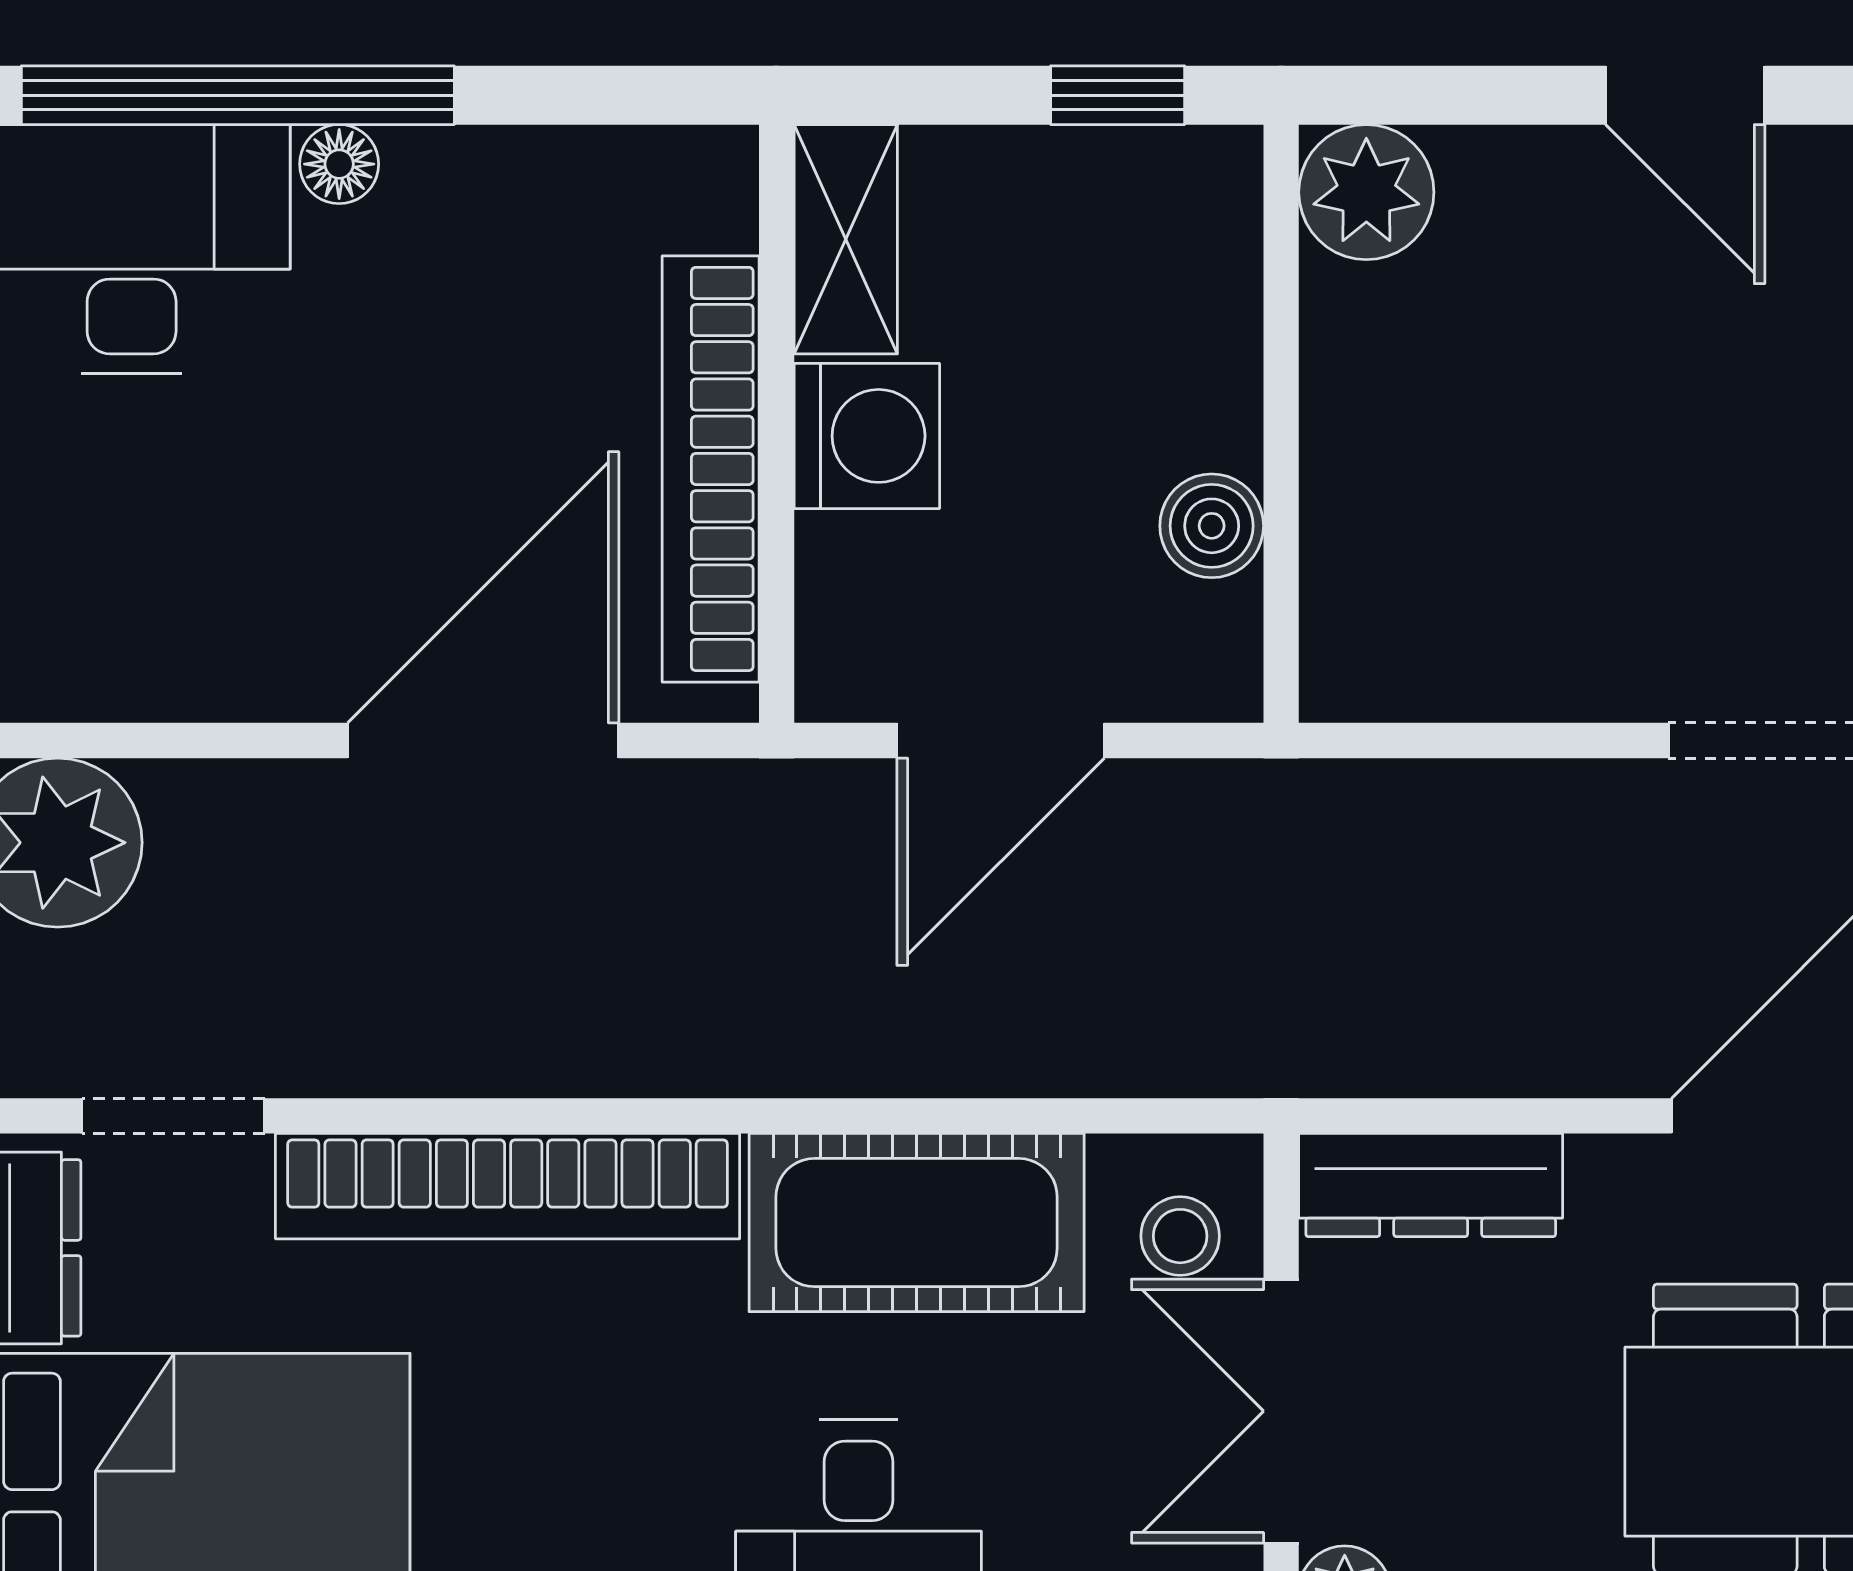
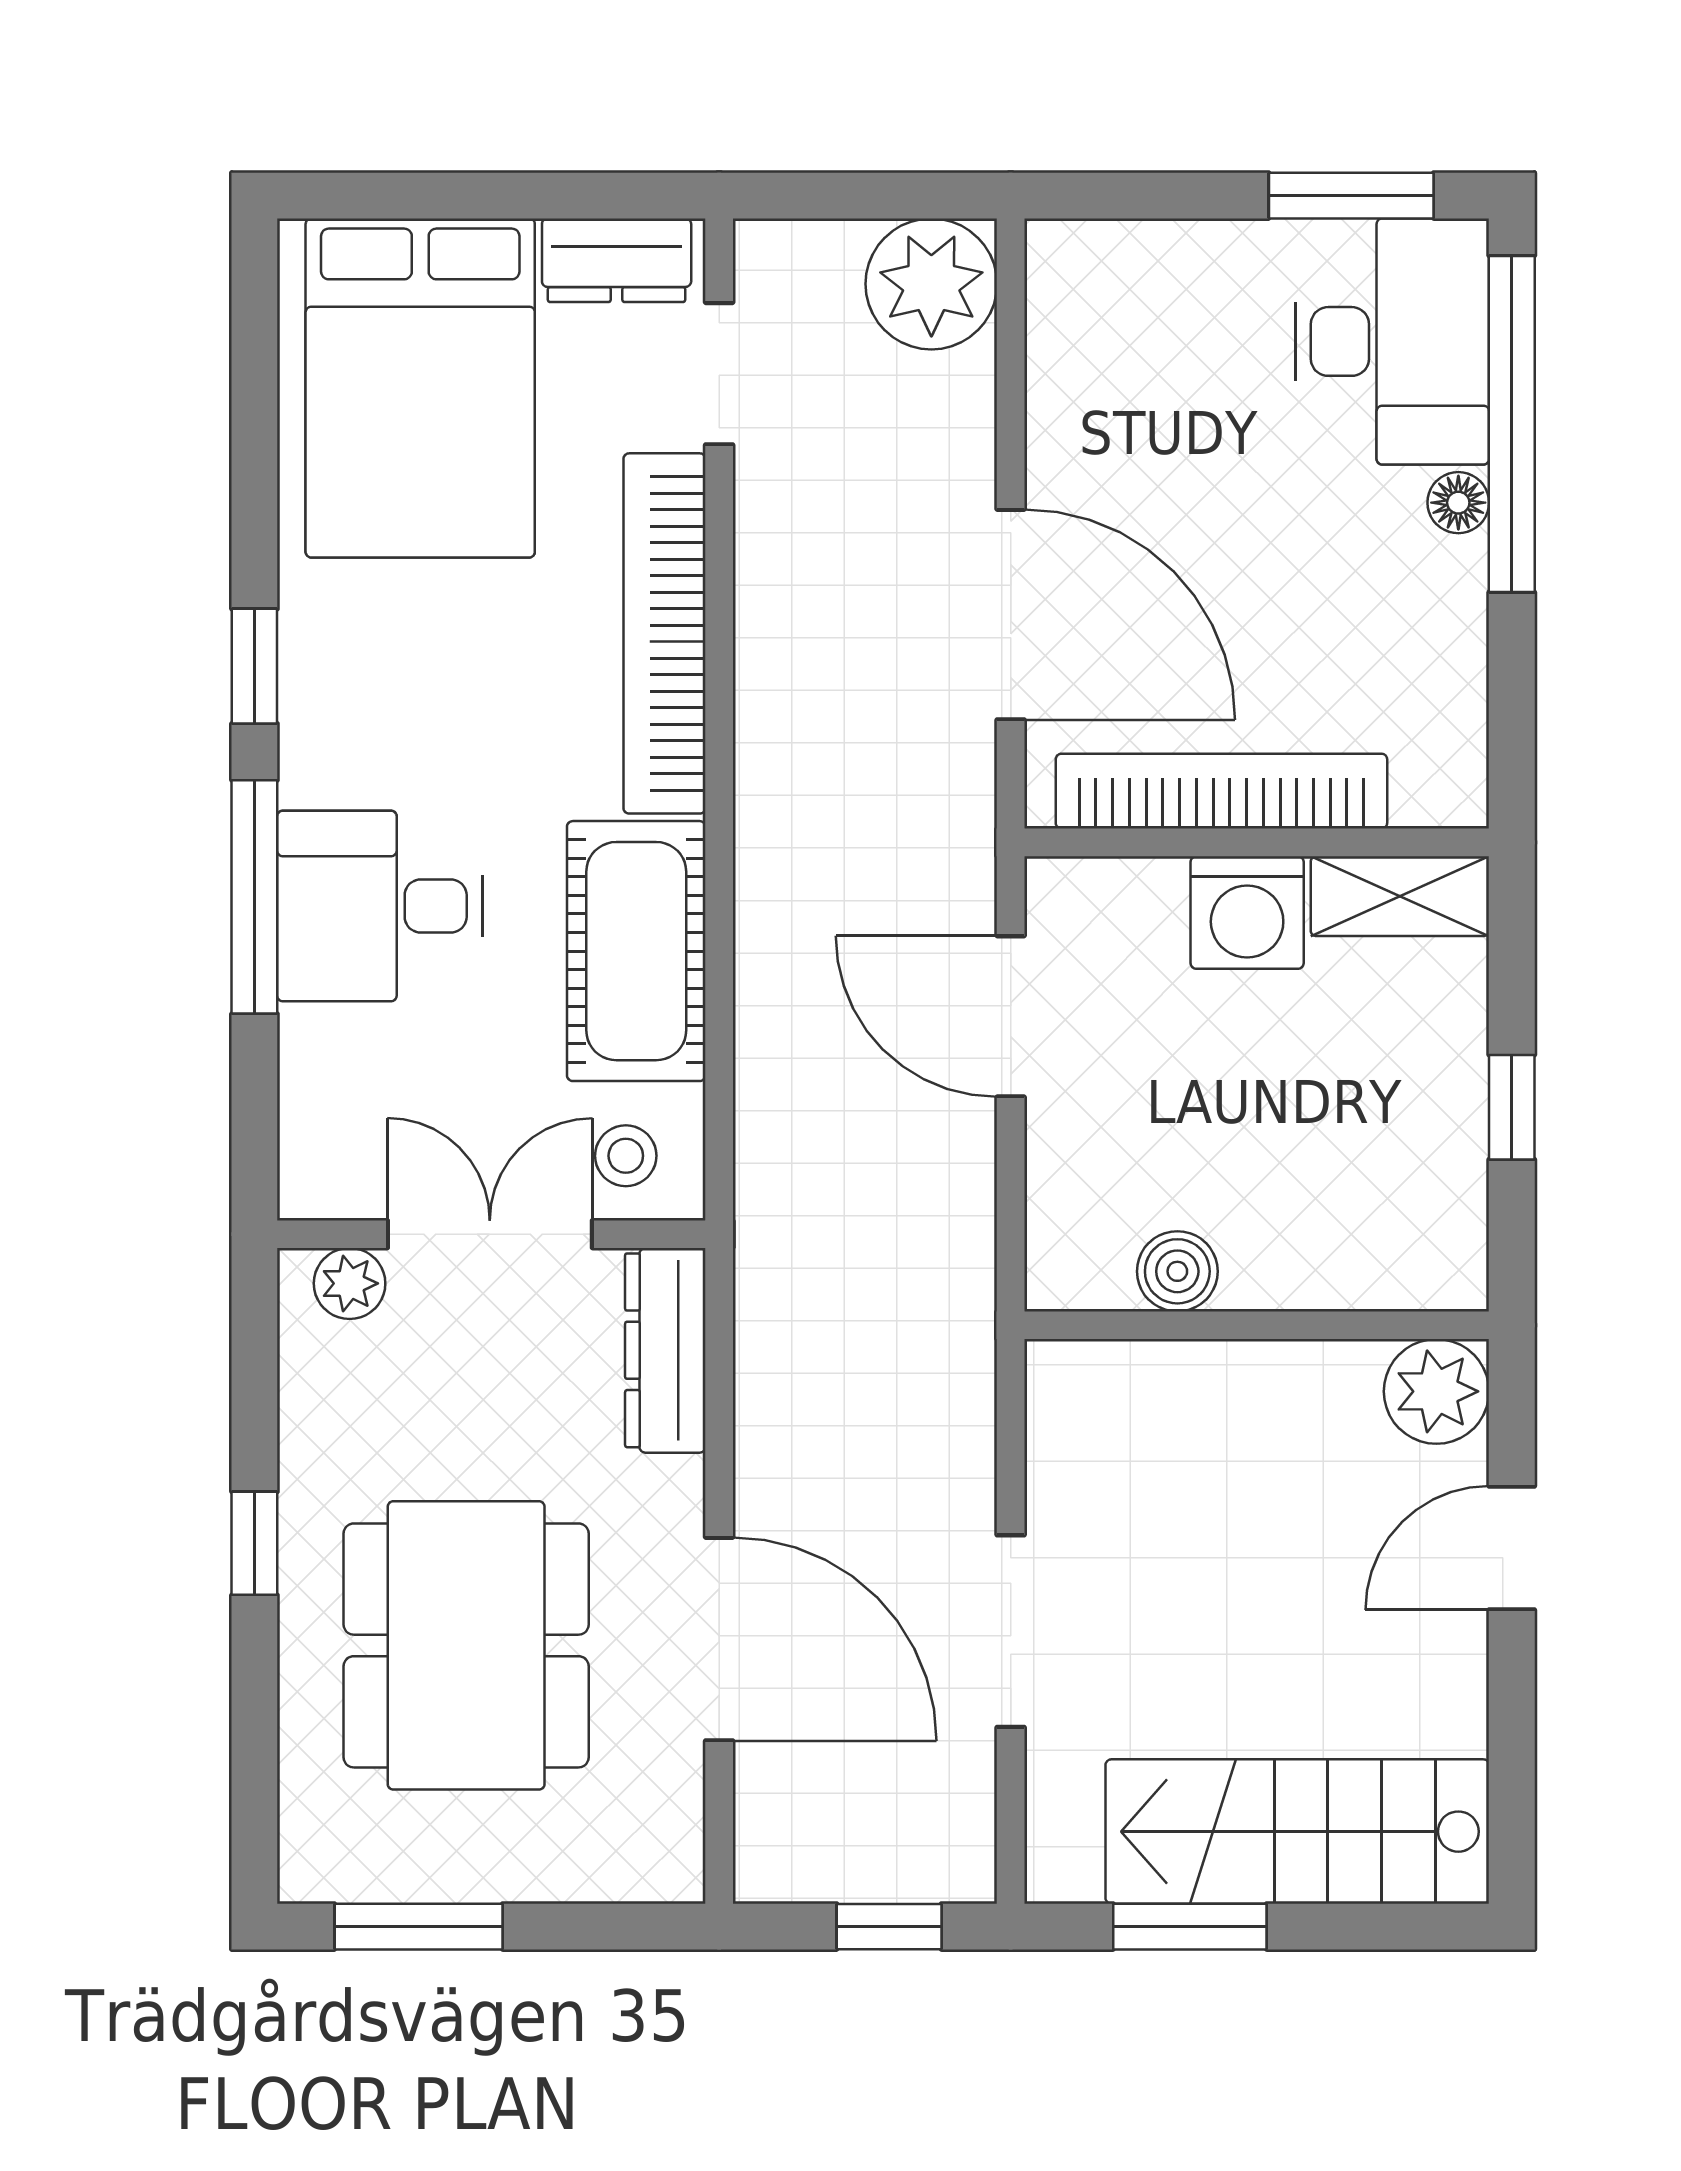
plant: (1366, 192) -> (1436, 1391), moved
wall: (1281, 424) -> (1257, 1325), moved
boiler: (1212, 526) -> (1177, 1271), moved

